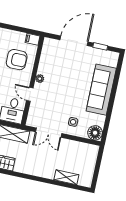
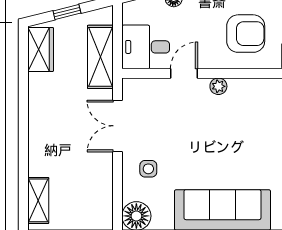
armchair: (17, 60) -> (246, 34), turned -90
shelving: (66, 177) -> (38, 200), moved

